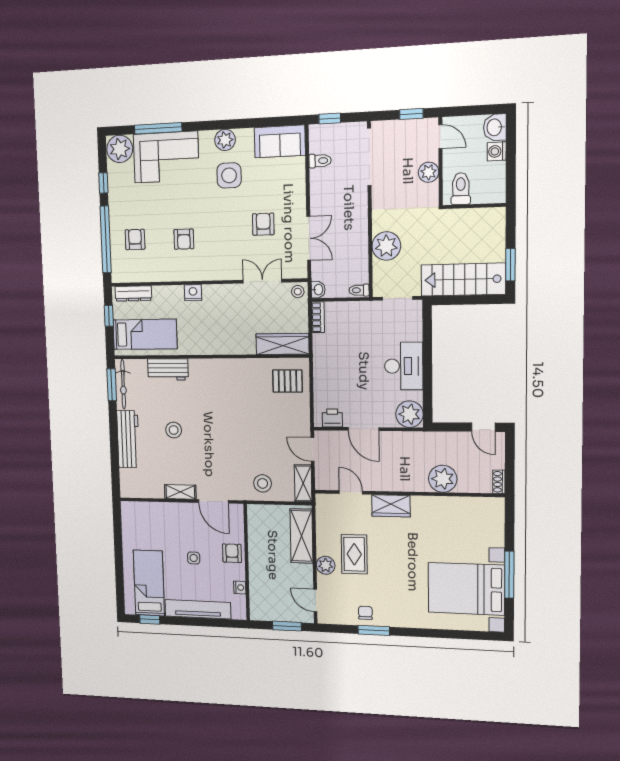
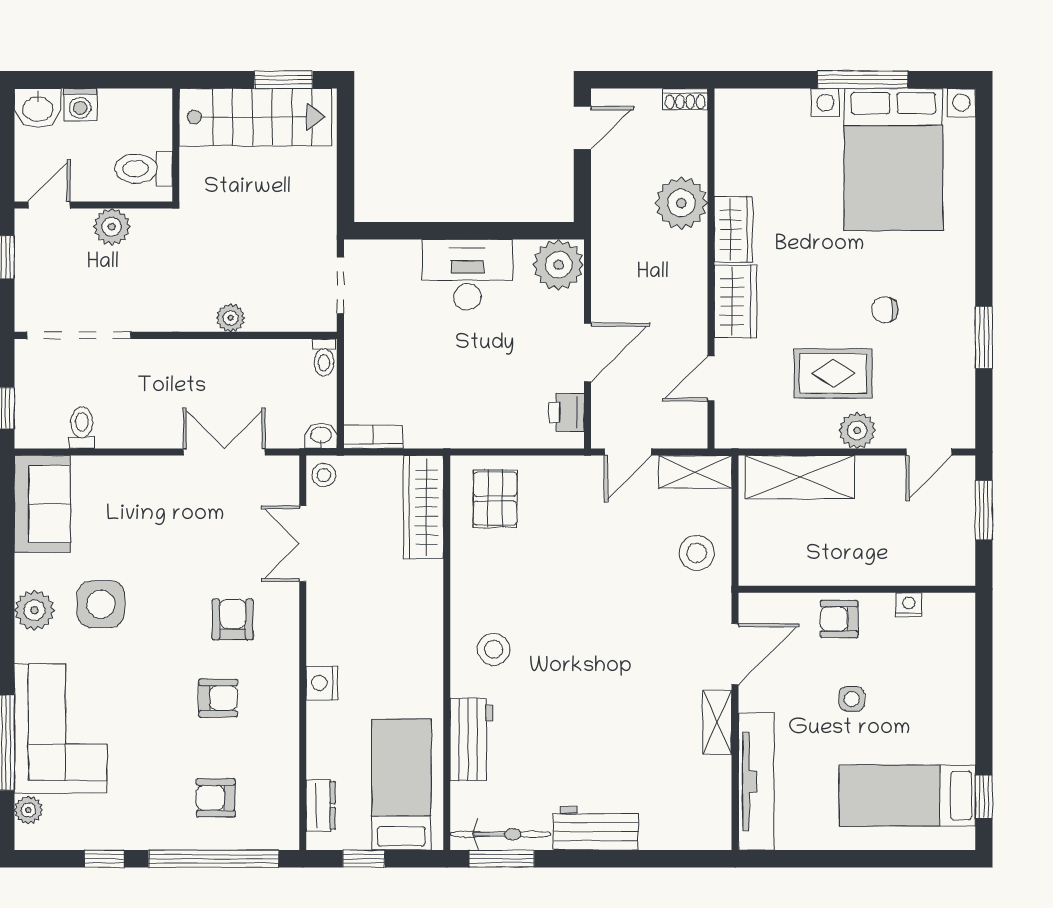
plant: (120, 149) -> (28, 810), width x0.53, depth x0.53
armchair: (263, 224) -> (233, 620), moved, turned 90
plant: (386, 246) -> (231, 318), width x0.53, depth x0.53
stairs: (463, 280) -> (255, 117), moved, turned -90
dresser: (133, 293) -> (321, 805), width x0.70
stool: (174, 430) -> (494, 649), moved
workbench: (128, 439) -> (596, 828), width x0.73
wardrobe: (429, 506) -> (733, 230), added
tv unit: (198, 609) -> (756, 781), moved, turned 180
chair: (365, 613) -> (885, 310), moved

